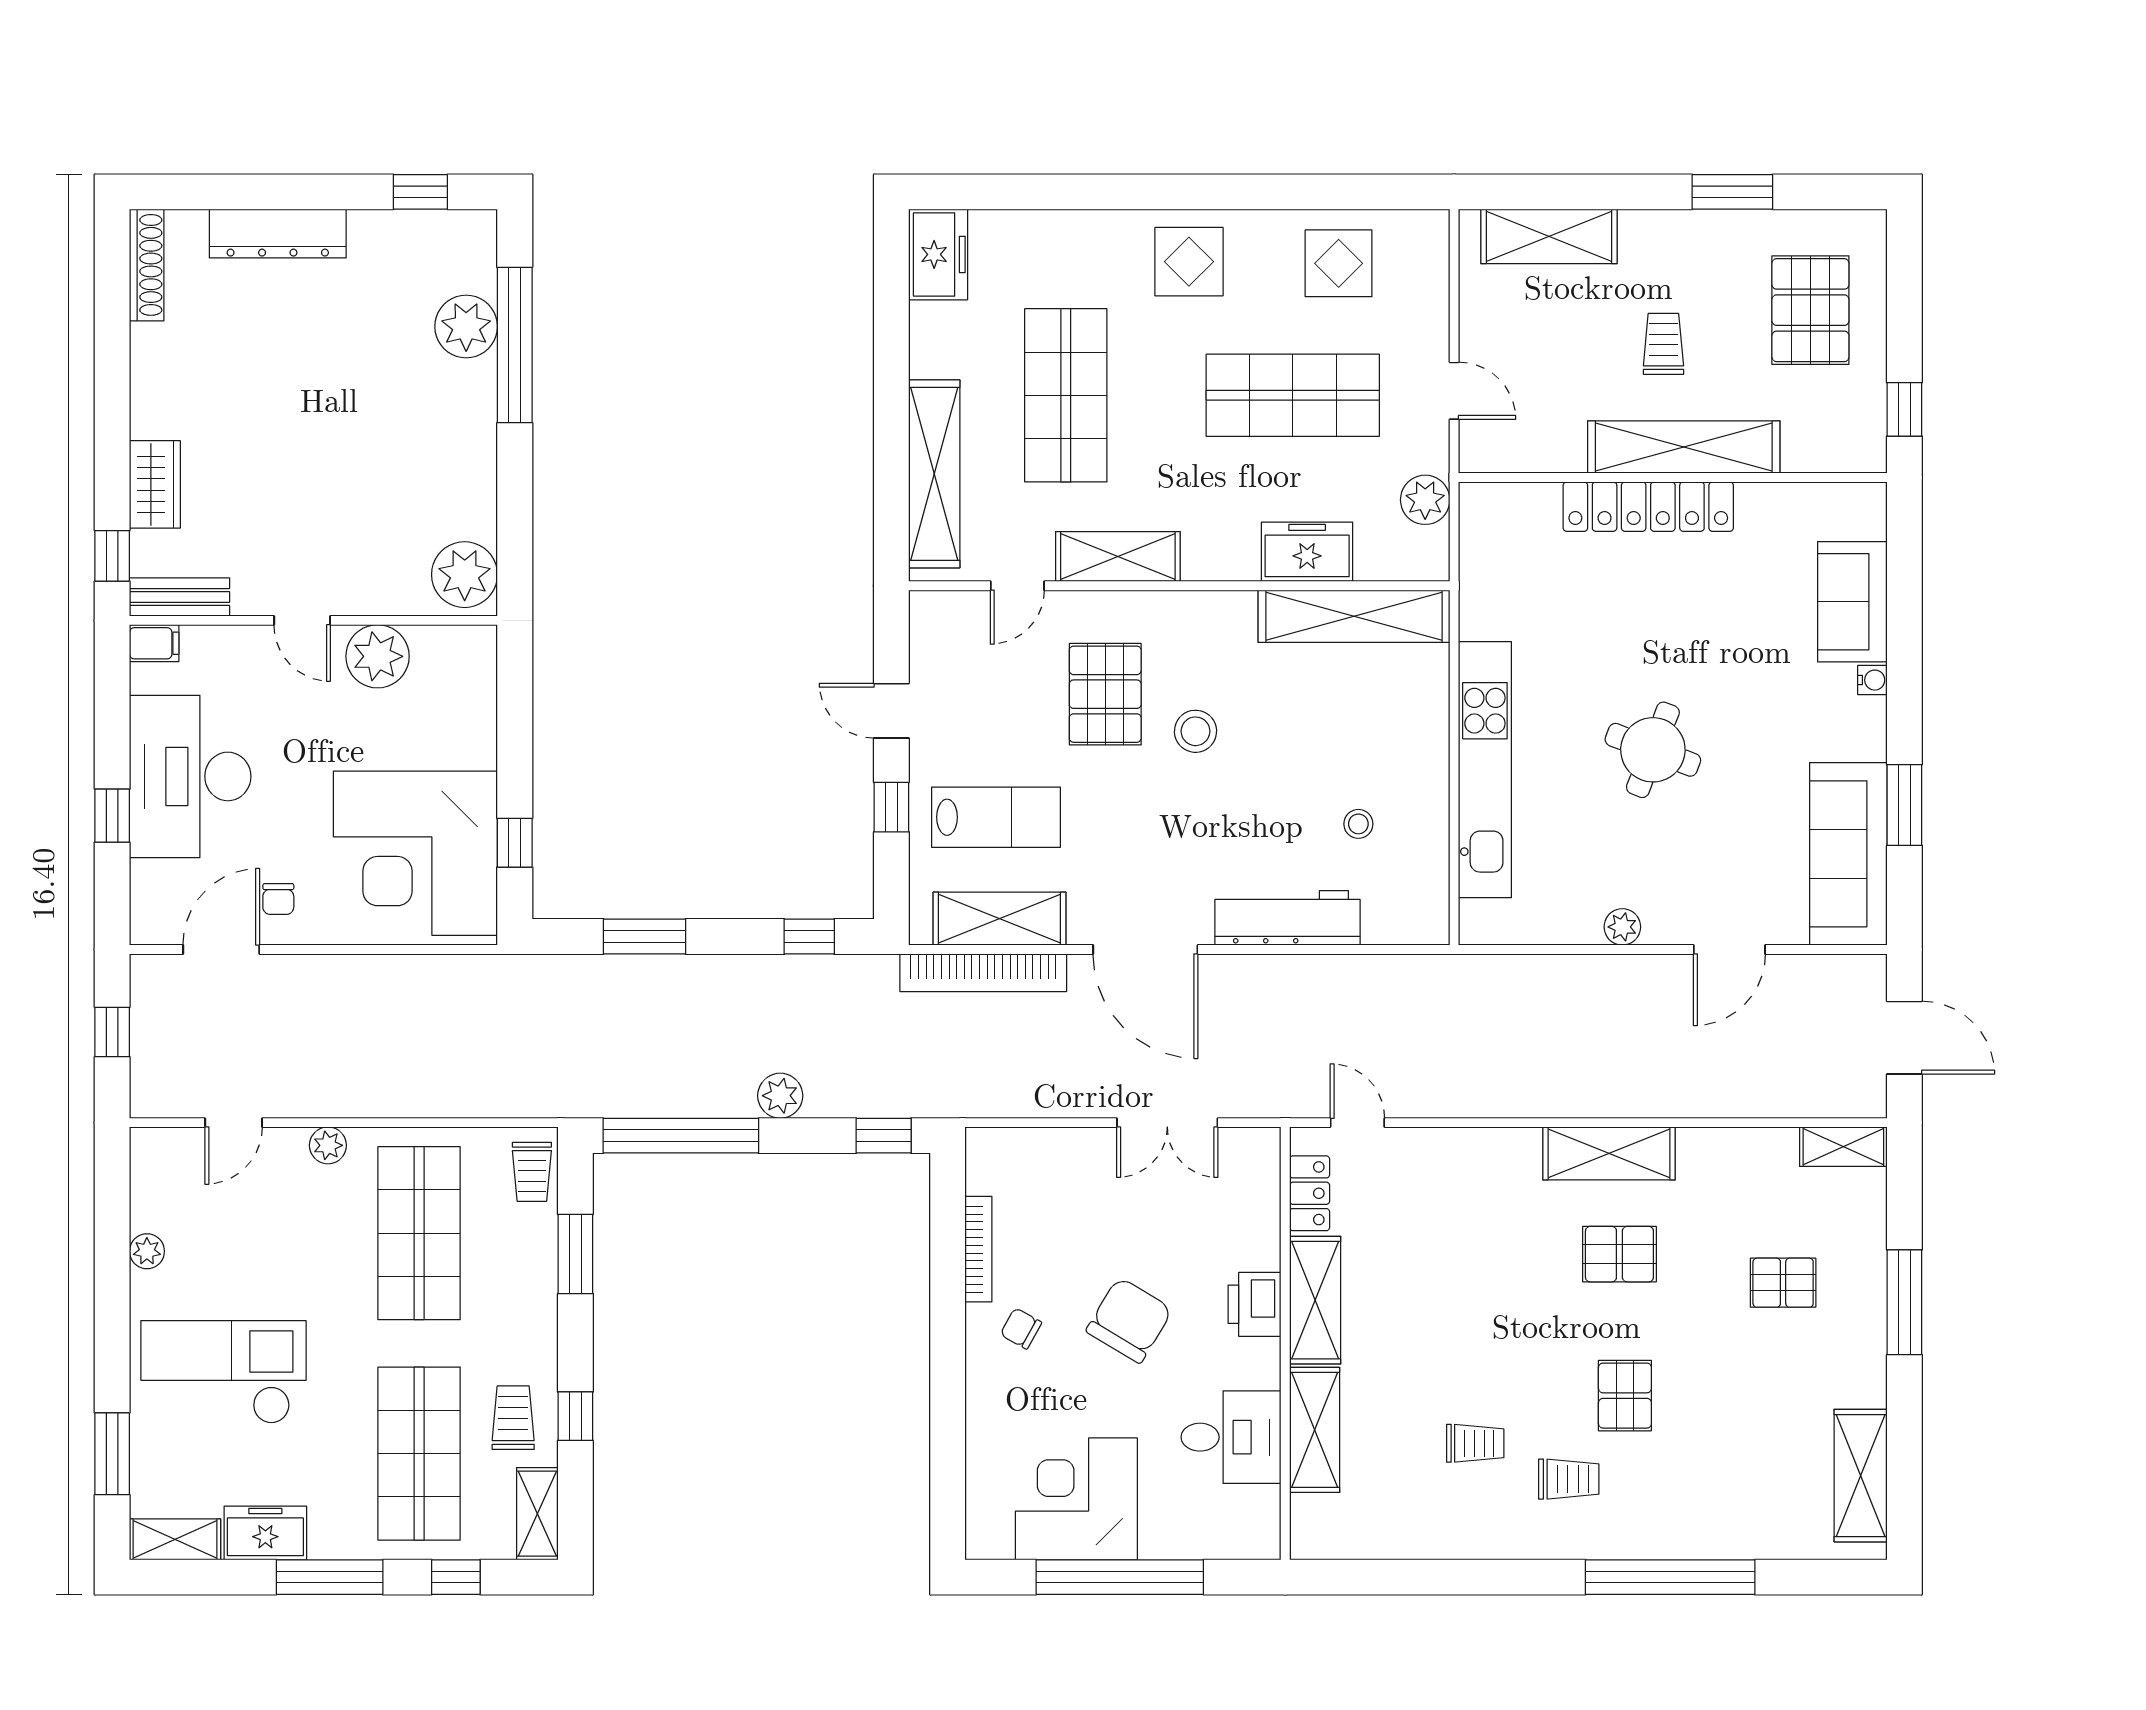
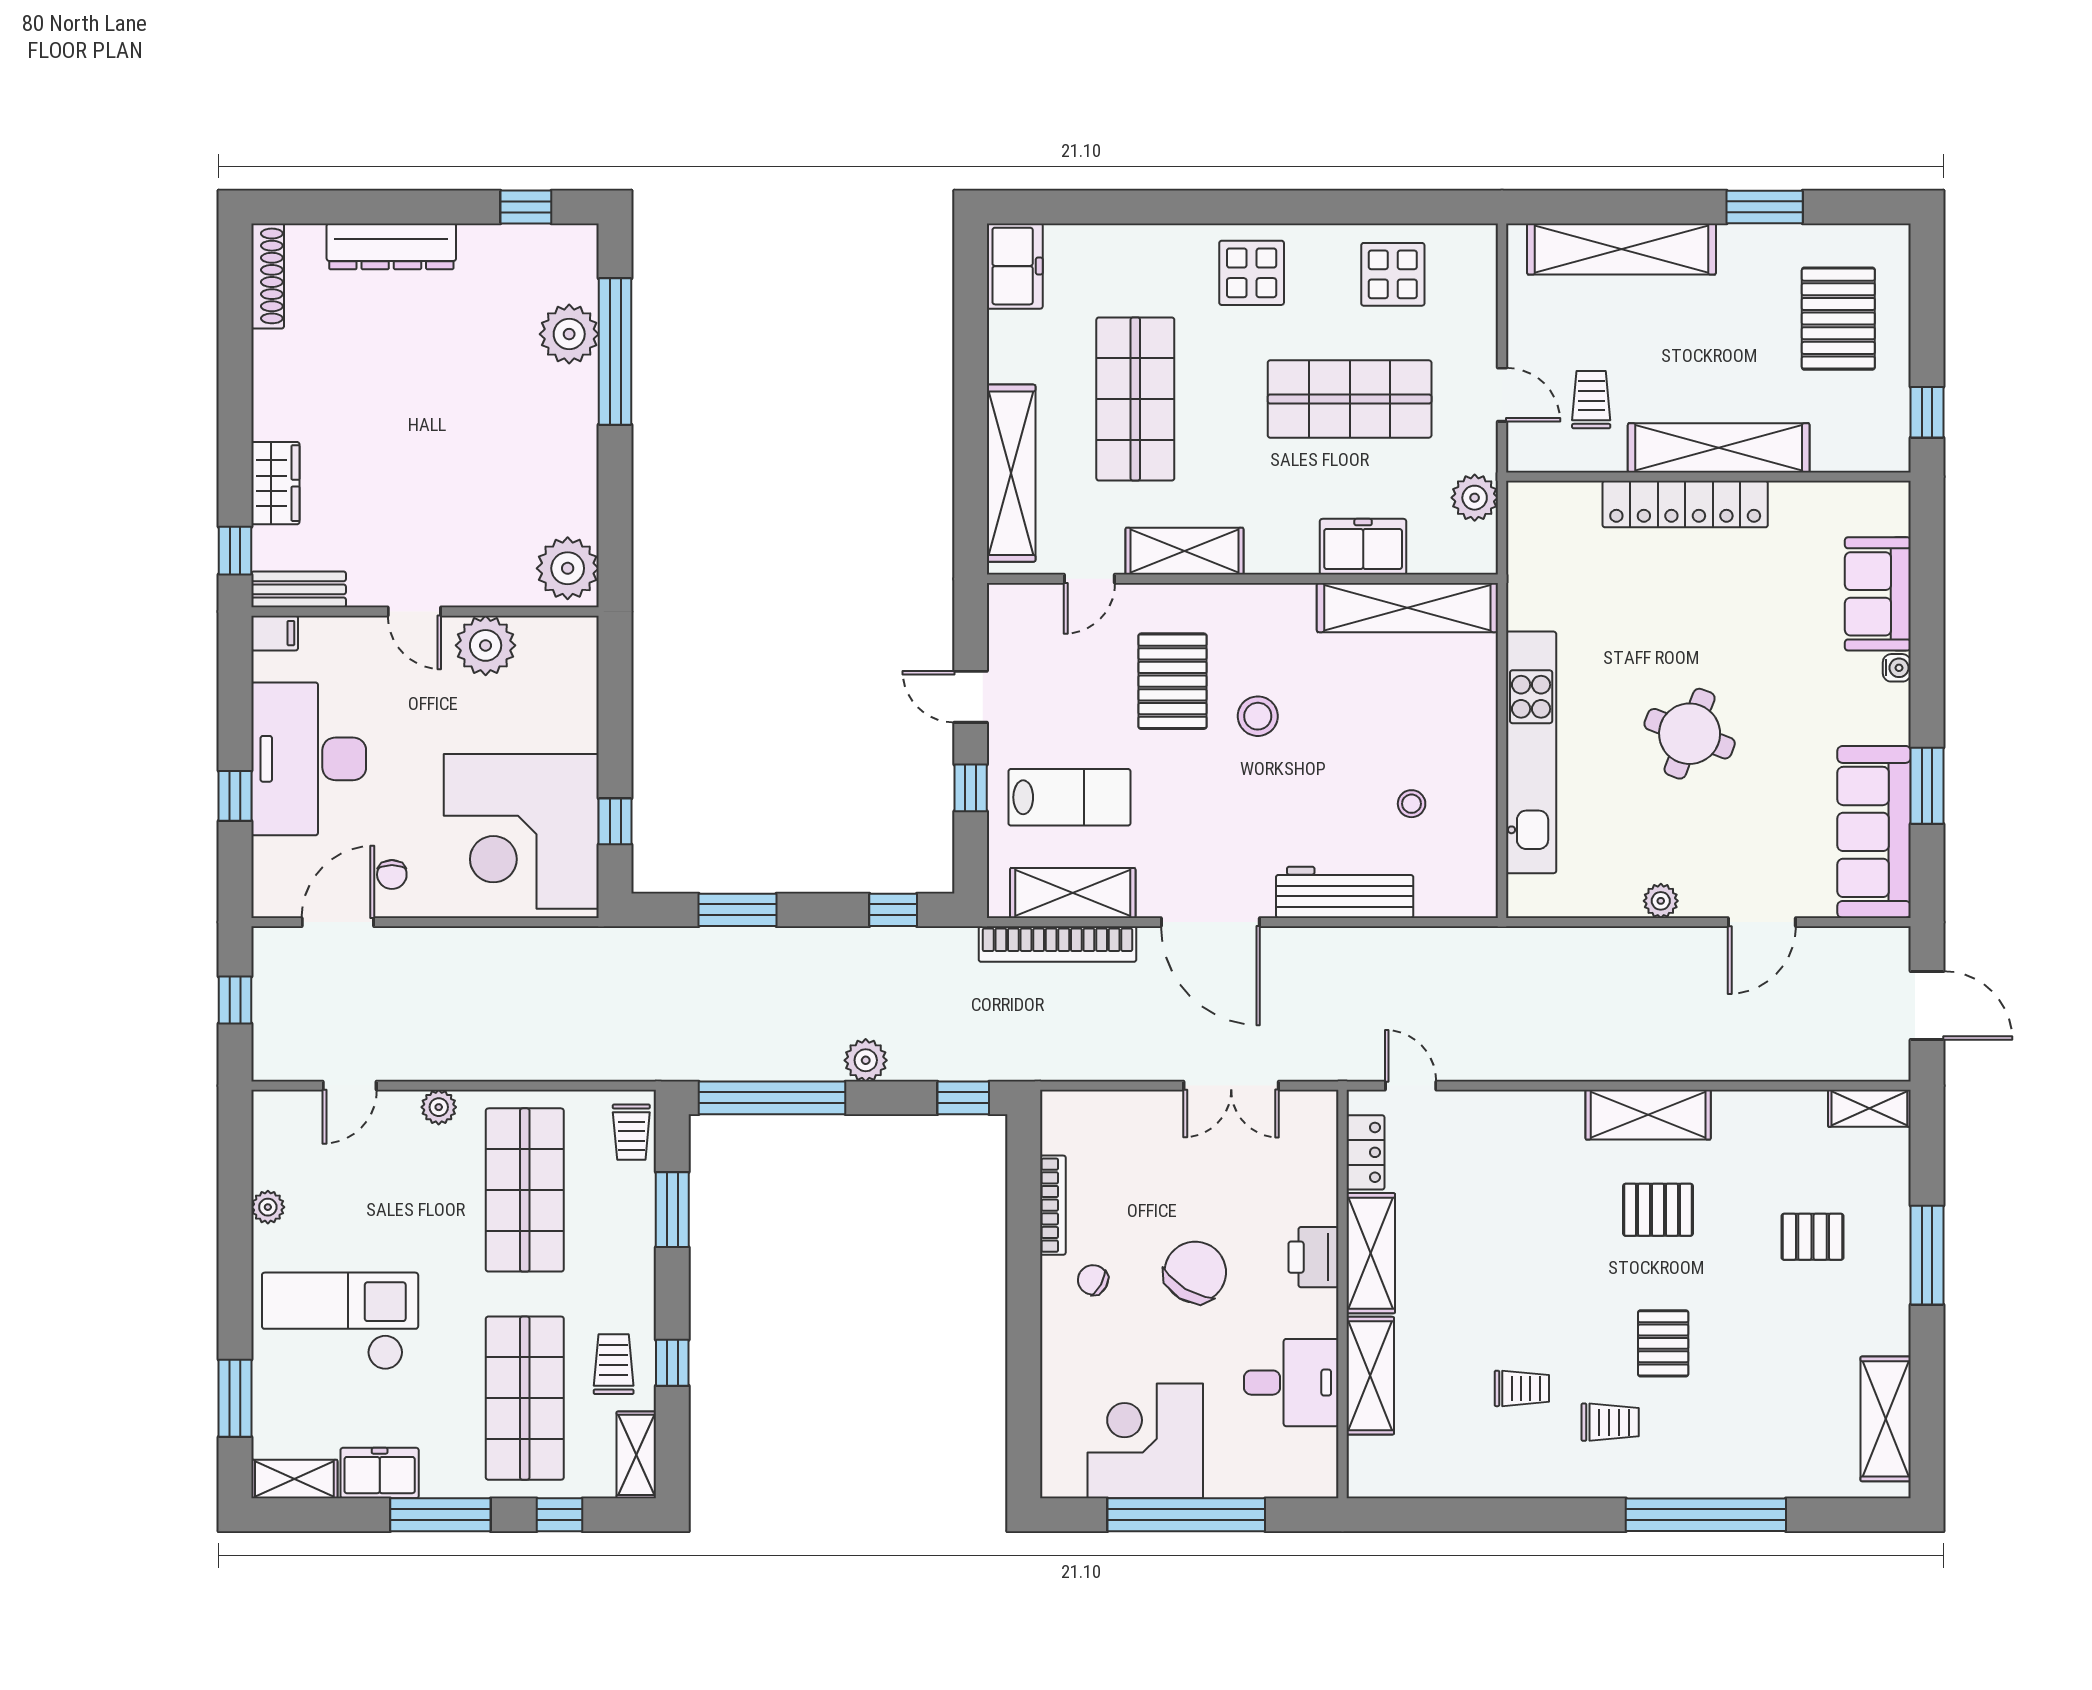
shelving: (1549, 236) -> (1622, 249), width x1.47
trolley: (1663, 344) -> (1591, 400), moved

